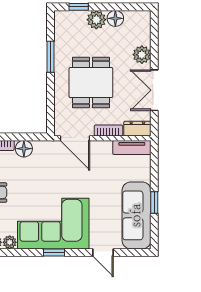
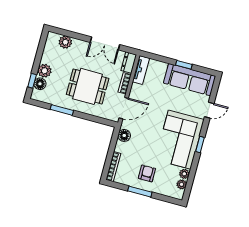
floor lamp: (115, 18) -> (40, 84), moved
plant: (142, 55) -> (65, 42), moved
floor lamp: (24, 149) -> (124, 135), moved

